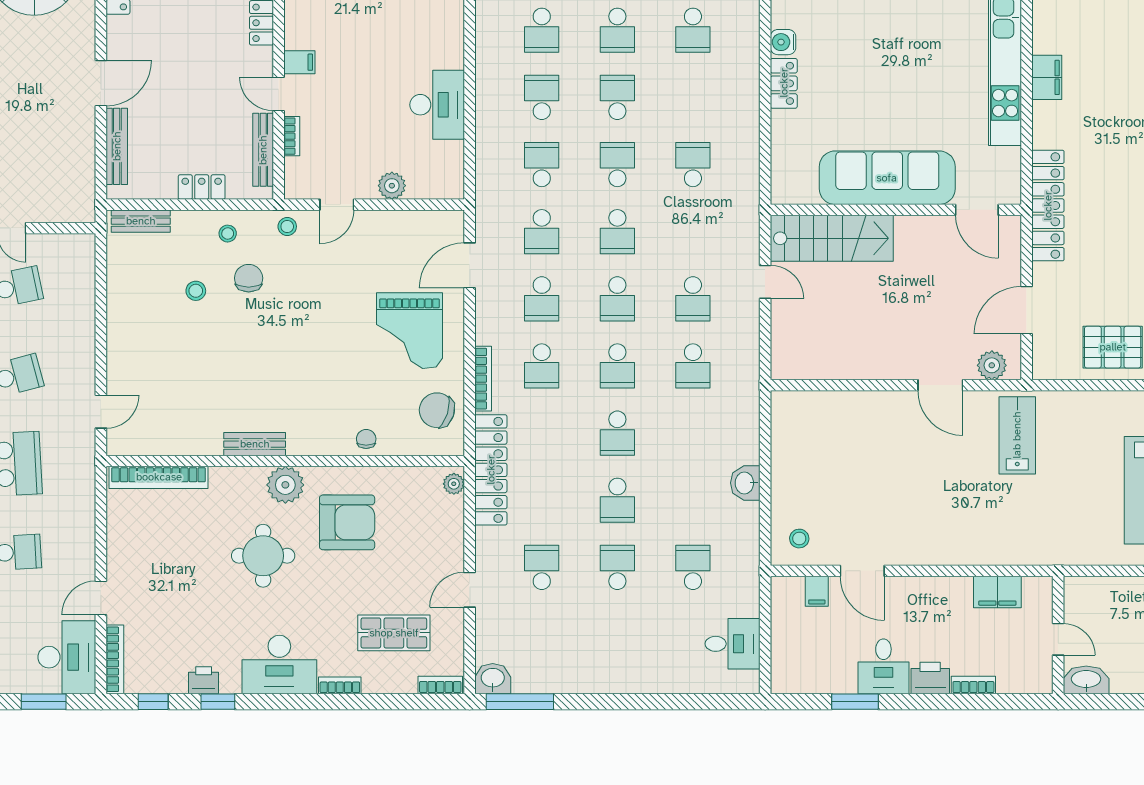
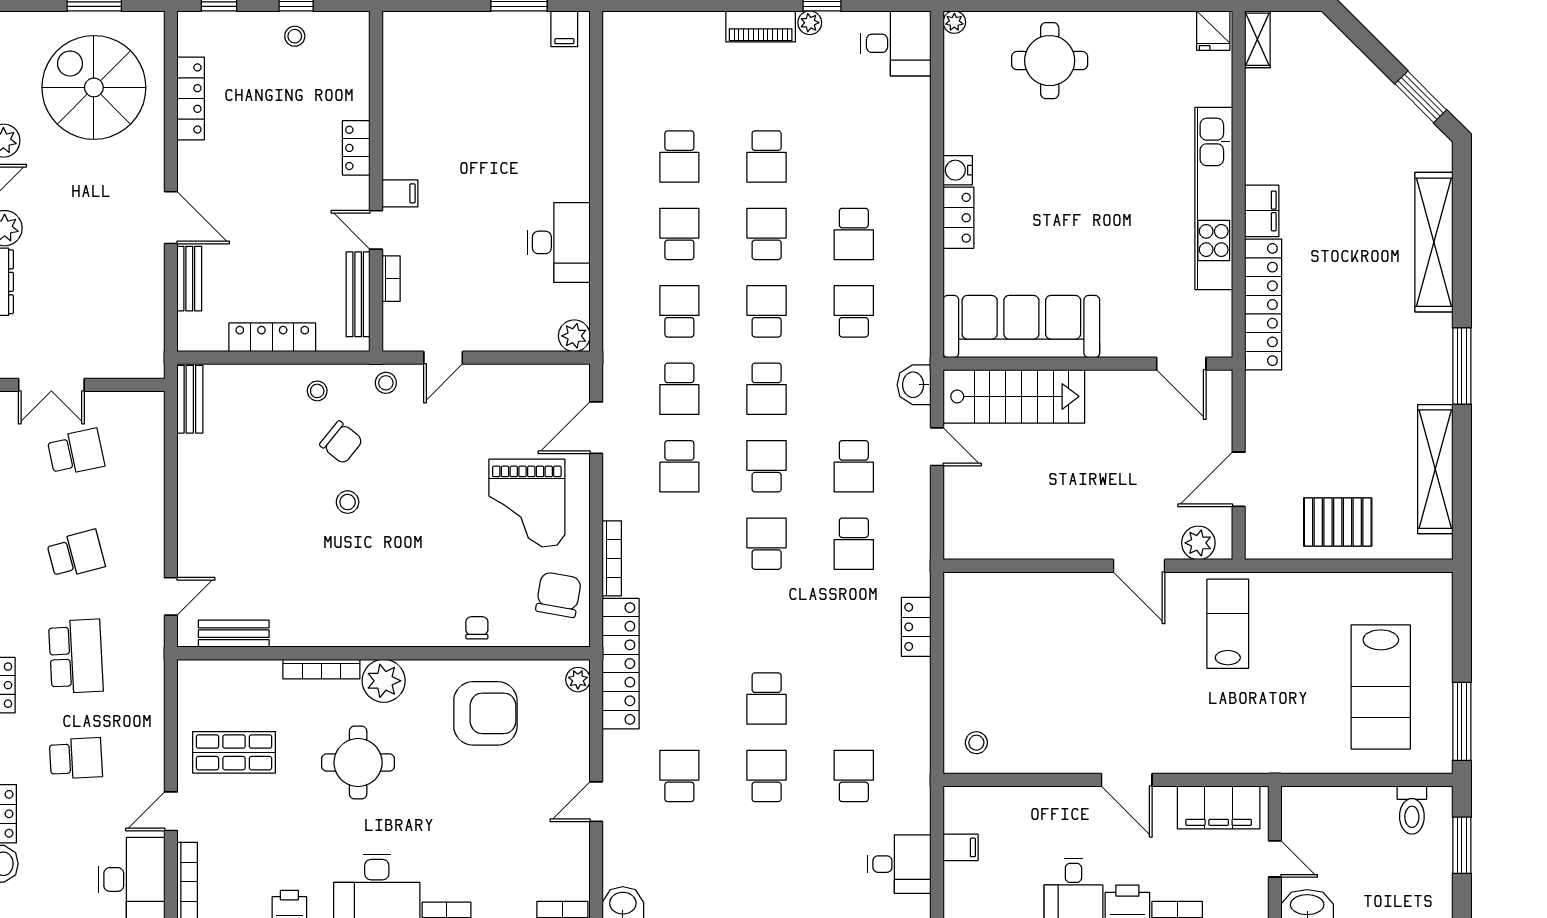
school desk: (693, 30) -> (854, 234), moved
door: (101, 83) -> (171, 218), hinge flipped
bench: (117, 146) -> (189, 279), width x0.73
sofa: (887, 178) -> (1021, 327), moved
plant: (392, 186) -> (574, 336), moved
locker: (202, 187) -> (272, 337), width x1.53
locker: (1048, 206) -> (1263, 305), moved
bench: (141, 221) -> (190, 399), moved, turned 90
chair: (249, 278) -> (341, 442), turned 129
stool: (196, 291) -> (348, 502), moved
school desk: (617, 299) -> (767, 466), turned 180
school desk: (542, 366) -> (679, 544), removed
school desk: (617, 366) -> (767, 544), turned 180
chair: (437, 410) -> (558, 595), turned 82
school desk: (617, 433) -> (767, 621), removed
locker: (747, 438) -> (916, 627), added
bench: (255, 444) -> (234, 634), moved
bookcase: (159, 477) -> (321, 669), moved, width x0.68, depth x0.76
washbasin: (745, 483) -> (914, 385), moved
armchair: (347, 522) -> (485, 713), moved
door: (862, 571) -> (1127, 780), moved
filing cabinet: (817, 591) -> (961, 847), moved, turned -90
filing cabinet: (997, 592) -> (1219, 807), width x1.50, depth x1.17
shop shelf: (394, 633) -> (234, 752), moved

